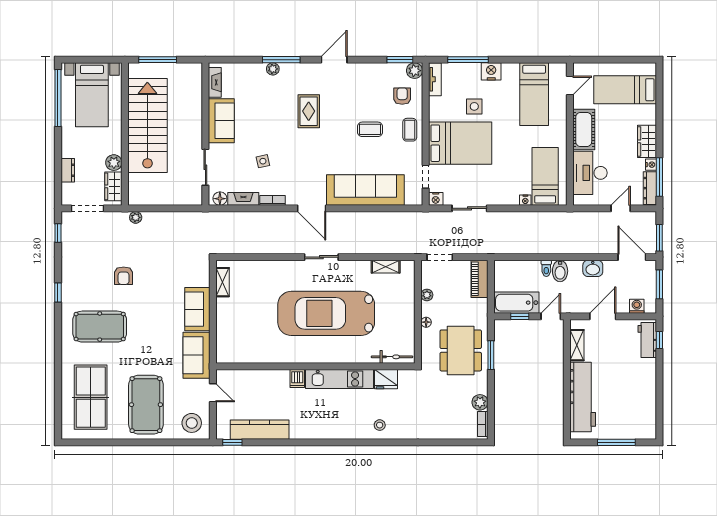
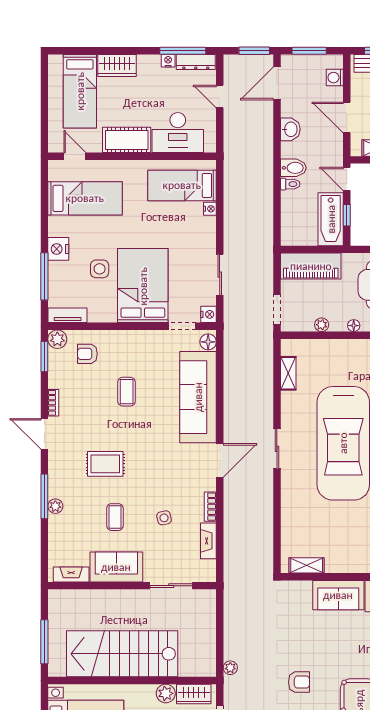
bookcase: (361, 67) -> (53, 403), added
coffee table: (410, 130) -> (115, 517), moved, turned 90
wardrobe: (647, 141) -> (117, 65), moved
floor lamp: (220, 199) -> (208, 342), moved
piano: (479, 279) -> (311, 266), width x1.37, depth x1.33

